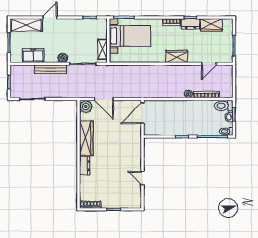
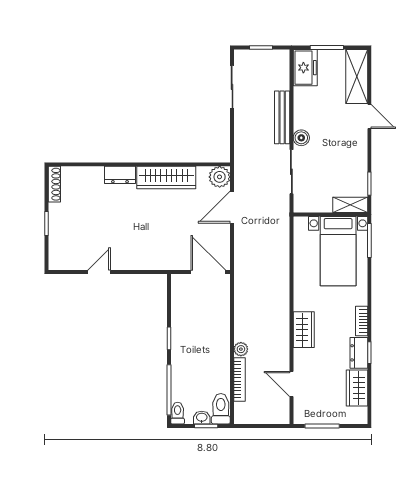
shelving: (103, 49) -> (350, 205), moved
freezer: (33, 56) -> (305, 68), moved

